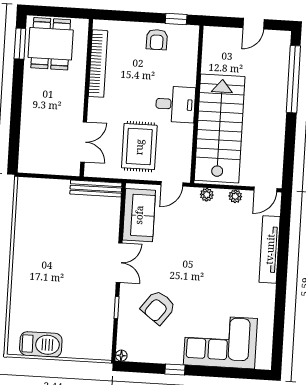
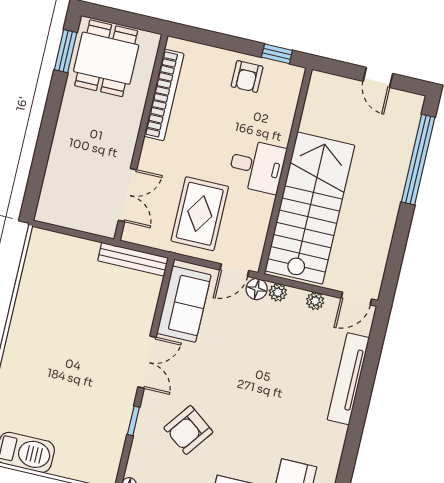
door: (253, 24) -> (378, 77), hinge flipped
floor lamp: (191, 195) -> (257, 289), added

